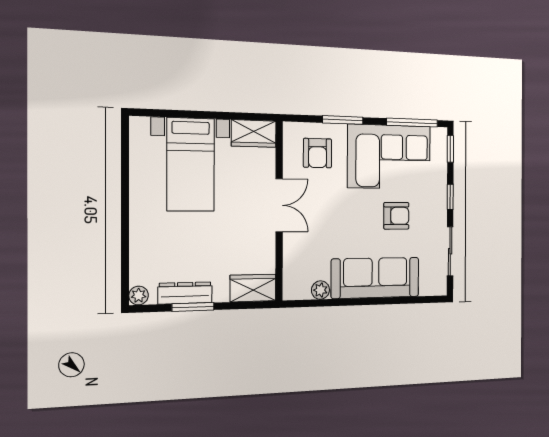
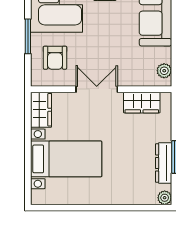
armchair: (317, 153) -> (55, 58), turned 90
wardrobe: (253, 288) -> (142, 103), moved, turned -90
plant: (320, 290) -> (164, 71), moved

